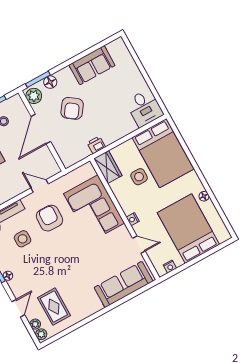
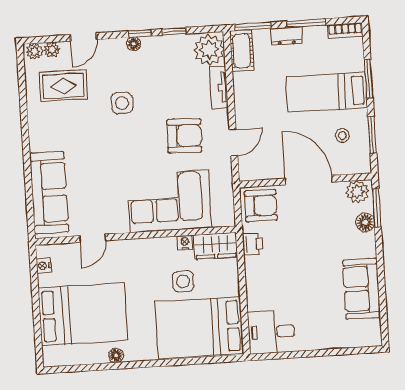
armchair: (72, 108) -> (261, 206), moved, turned 144
nightstand: (133, 219) -> (185, 242), moved
side table: (23, 239) -> (122, 103), moved
door: (18, 308) -> (84, 37), hinge flipped

